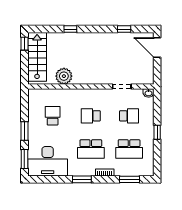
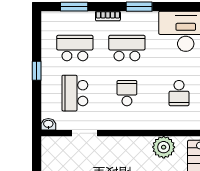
school desk: (91, 116) -> (127, 93), turned -90
school desk: (129, 116) -> (75, 93), width x1.85

